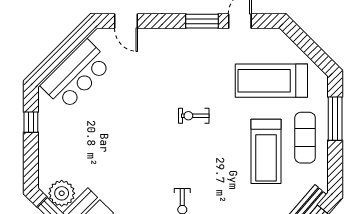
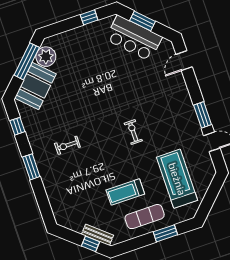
window: (58, 57) -> (143, 21), added
window: (335, 119) -> (165, 233), width x0.69
treadmill: (266, 151) -> (125, 192), width x0.73, depth x0.73

